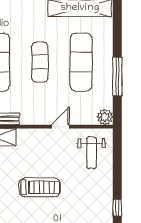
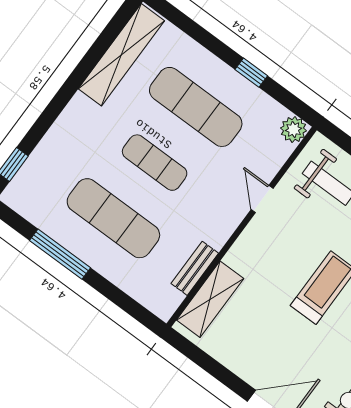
window: (117, 77) -> (251, 73), width x0.46

